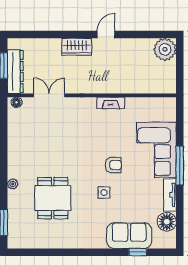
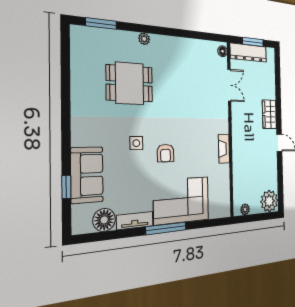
plant: (171, 80) -> (245, 209), added

